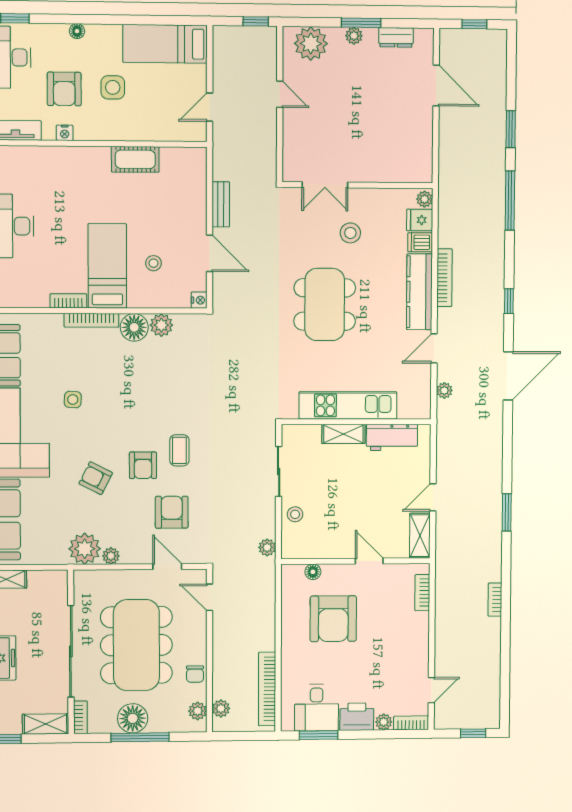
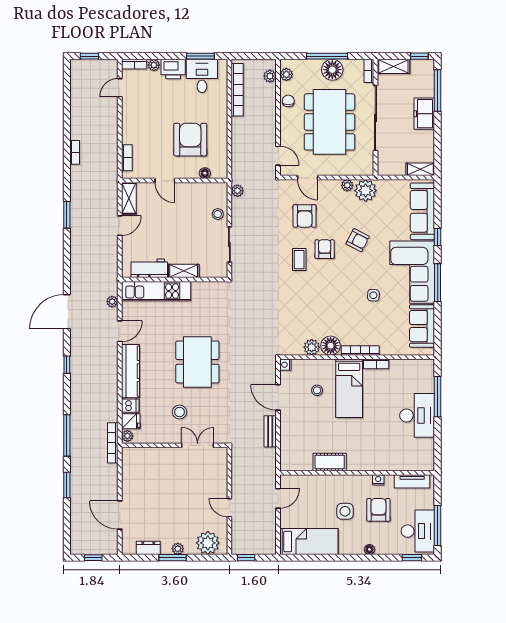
bookcase: (445, 278) -> (113, 443), moved
kitchen unit: (348, 405) -> (156, 291), moved

